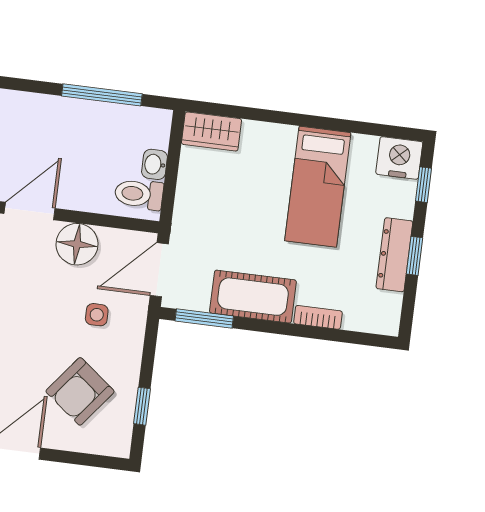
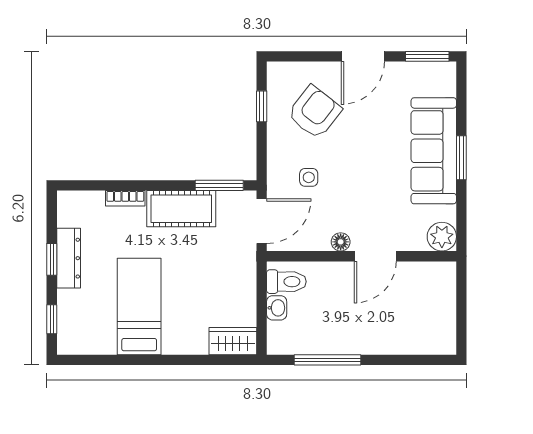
nightstand: (399, 158) -> (75, 339), removed
floor lamp: (77, 244) -> (341, 242), width x0.53, depth x0.53

